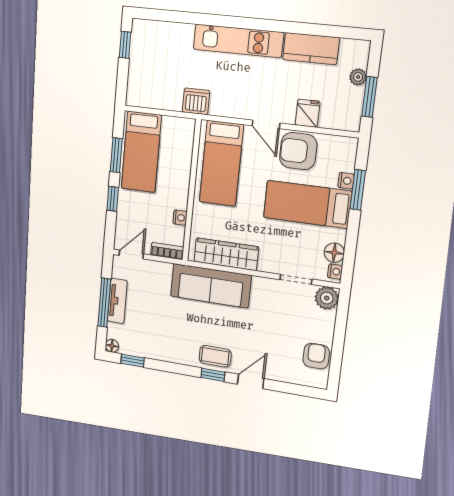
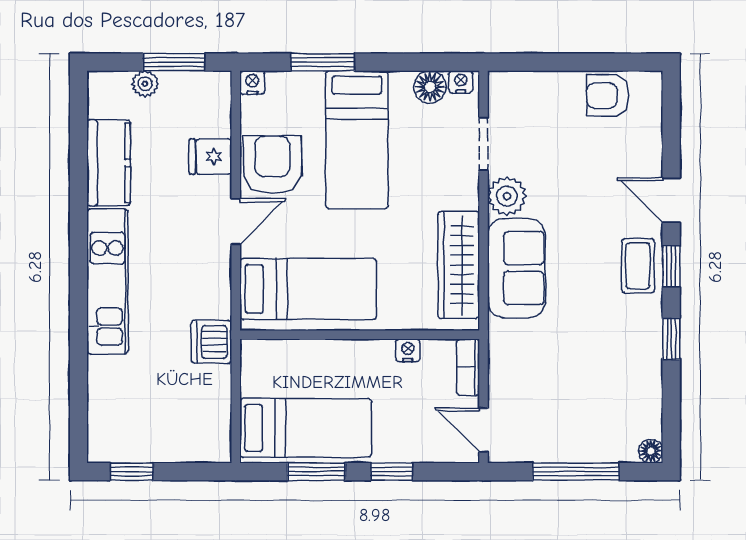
armchair: (298, 151) -> (272, 165), turned 180
nightstand: (346, 181) -> (252, 82), moved
sofa: (211, 286) -> (516, 268), width x0.73
plant: (327, 298) -> (507, 196), moved
tv unit: (117, 301) -> (569, 448), removed
window: (132, 361) -> (671, 339), moved

